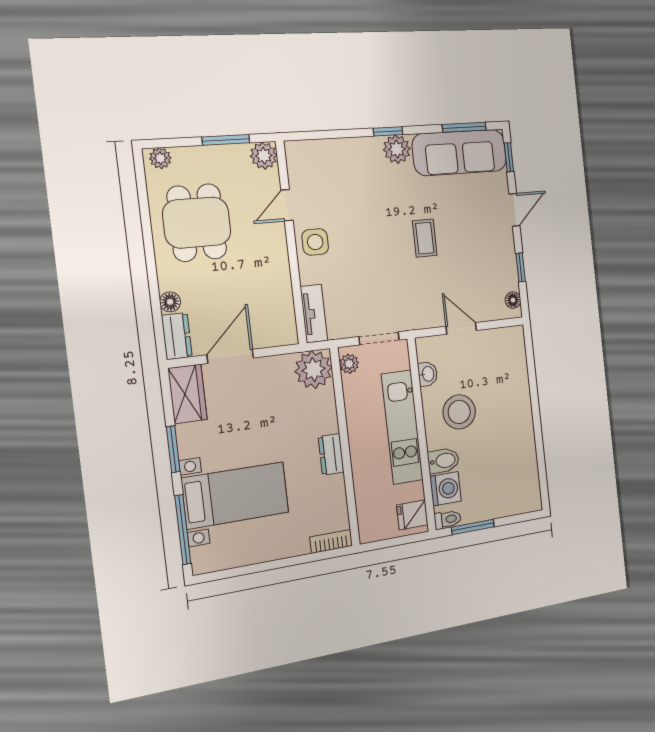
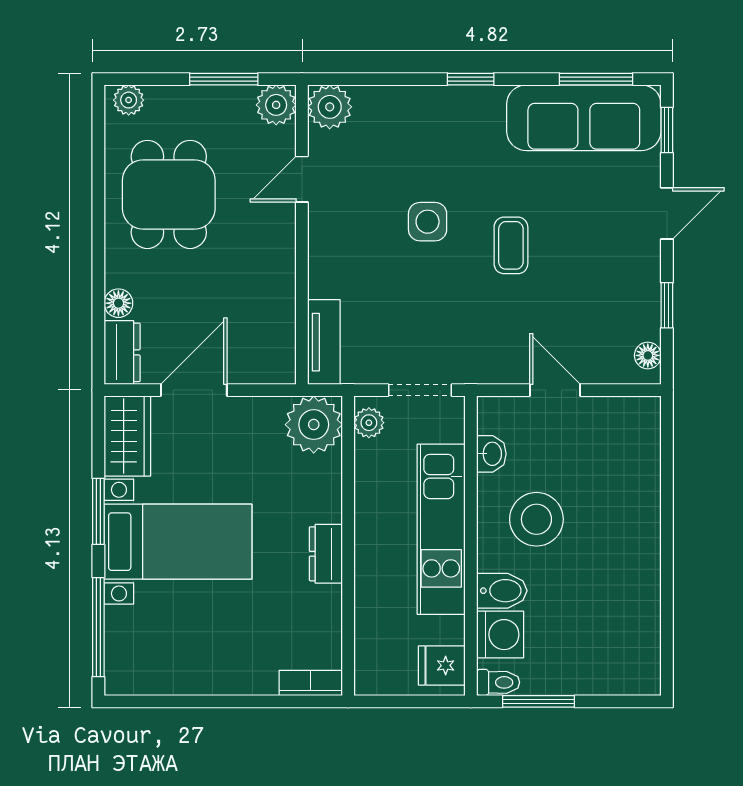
plant: (397, 149) -> (330, 107), moved
side table: (315, 242) -> (428, 222), moved
bed with nightstands: (236, 495) -> (178, 542), moved

